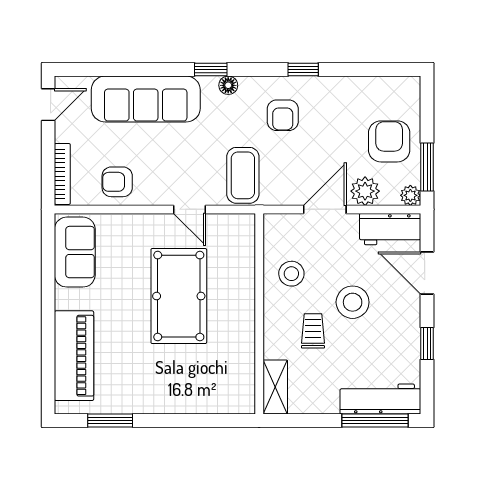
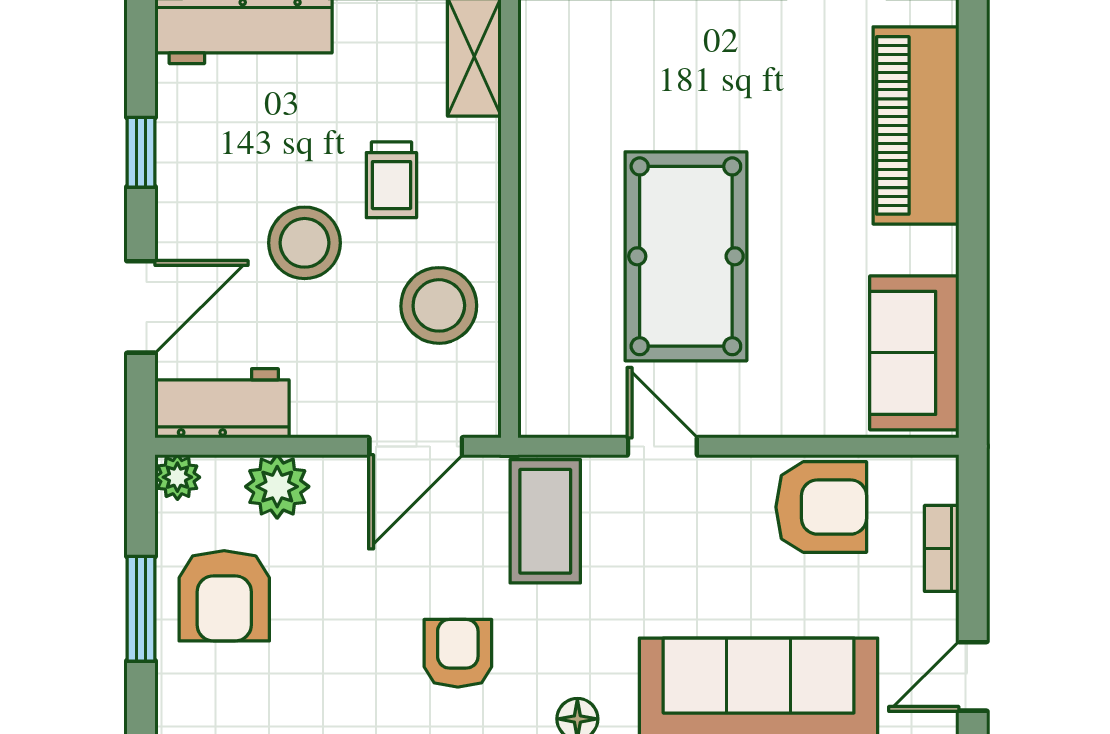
window: (427, 167) -> (141, 609), moved
bookcase: (62, 174) -> (942, 548), width x0.64
armchair: (117, 182) -> (821, 507), width x1.38, depth x1.38
door: (325, 209) -> (416, 446), moved
door: (427, 273) -> (141, 307), hinge flipped
stool: (291, 274) -> (439, 305), width x1.38, depth x1.38

